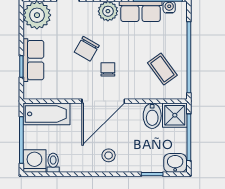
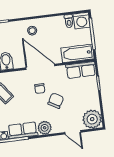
row of seats: (33, 60) -> (81, 70), moved, turned -90
door: (103, 101) -> (40, 67), hinge flipped

